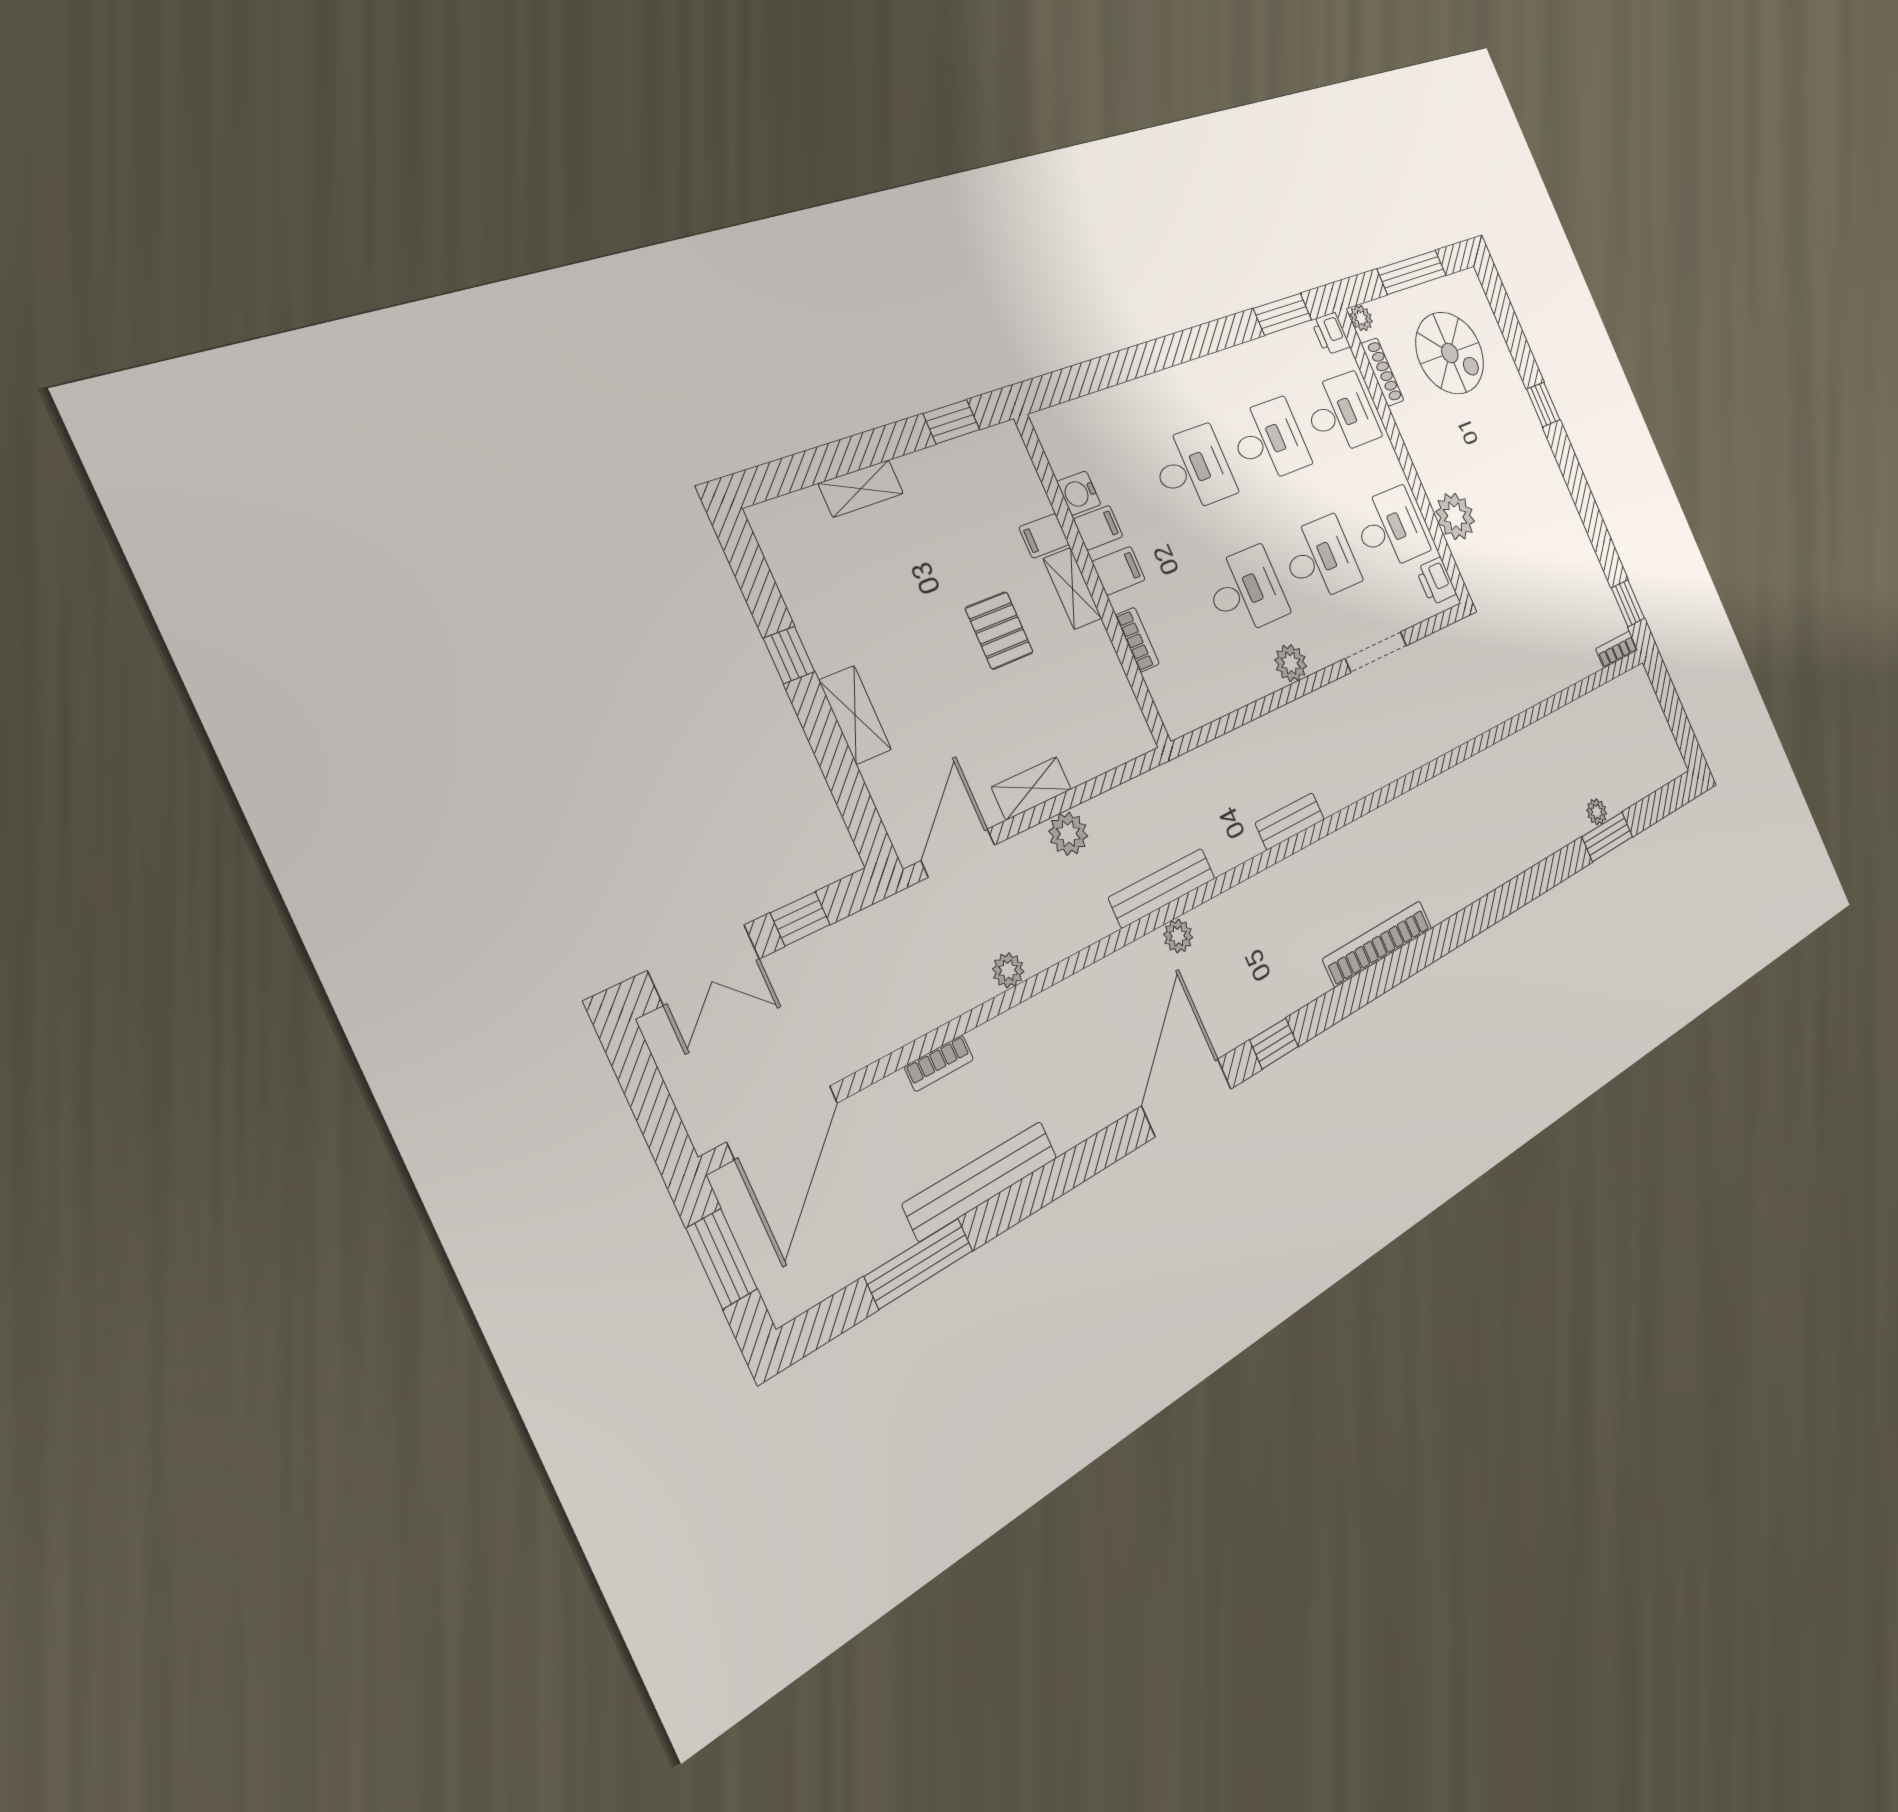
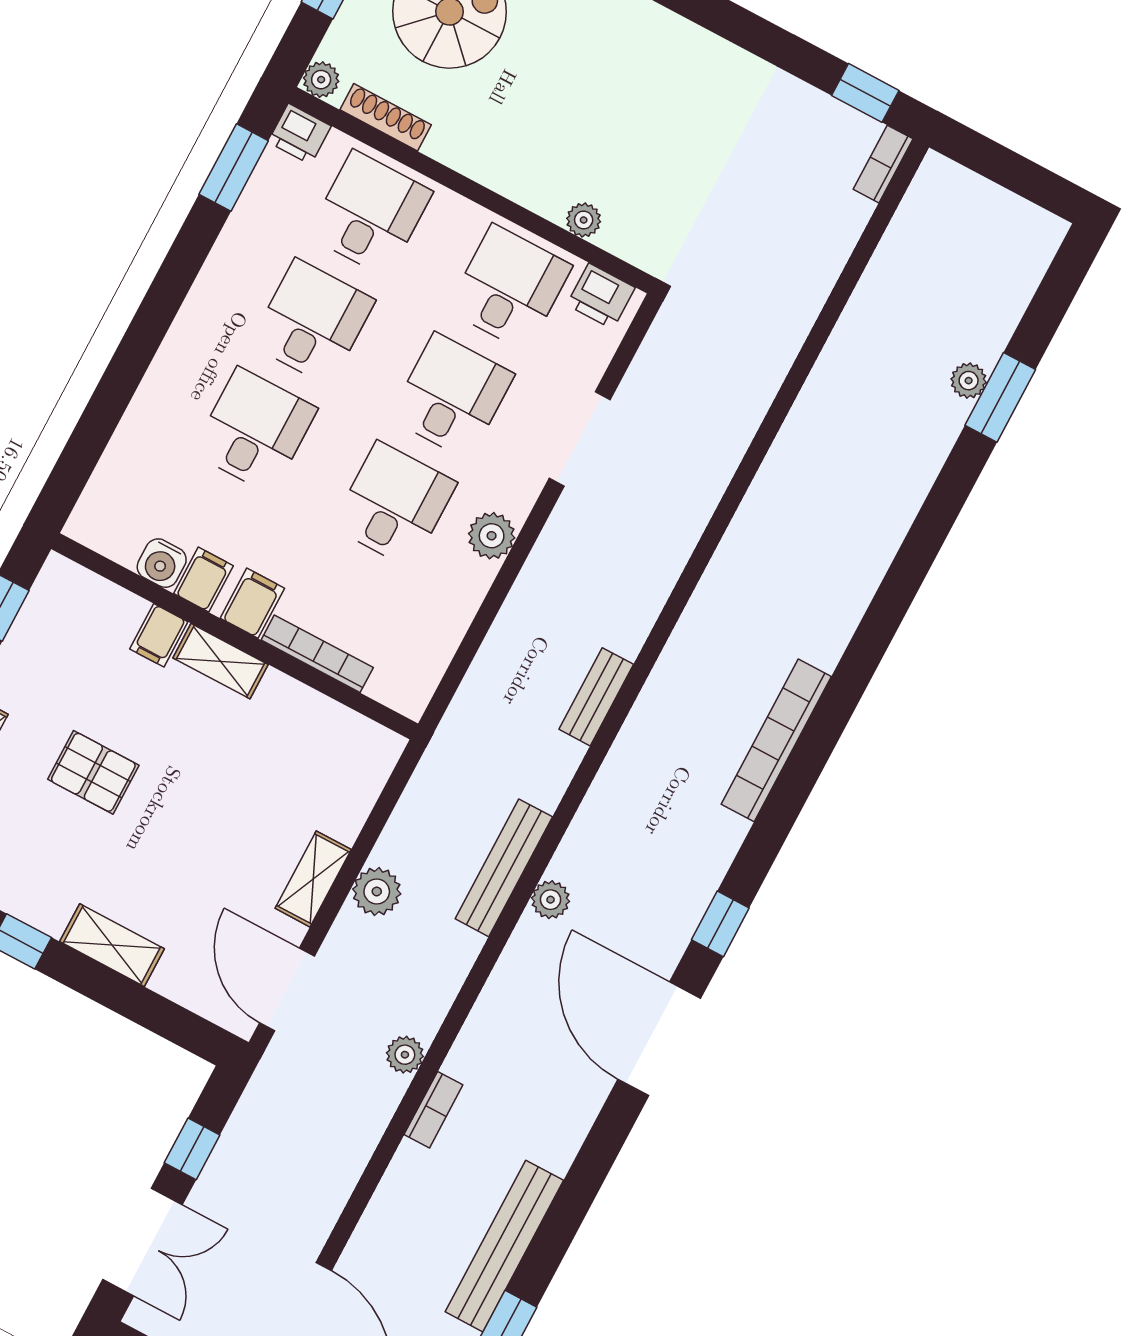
plant: (1455, 516) -> (584, 220), width x0.53, depth x0.53
pallet: (999, 630) -> (93, 772), moved
bookcase: (1137, 640) -> (317, 654), width x1.56
bookcase: (939, 1063) -> (433, 1110), moved

